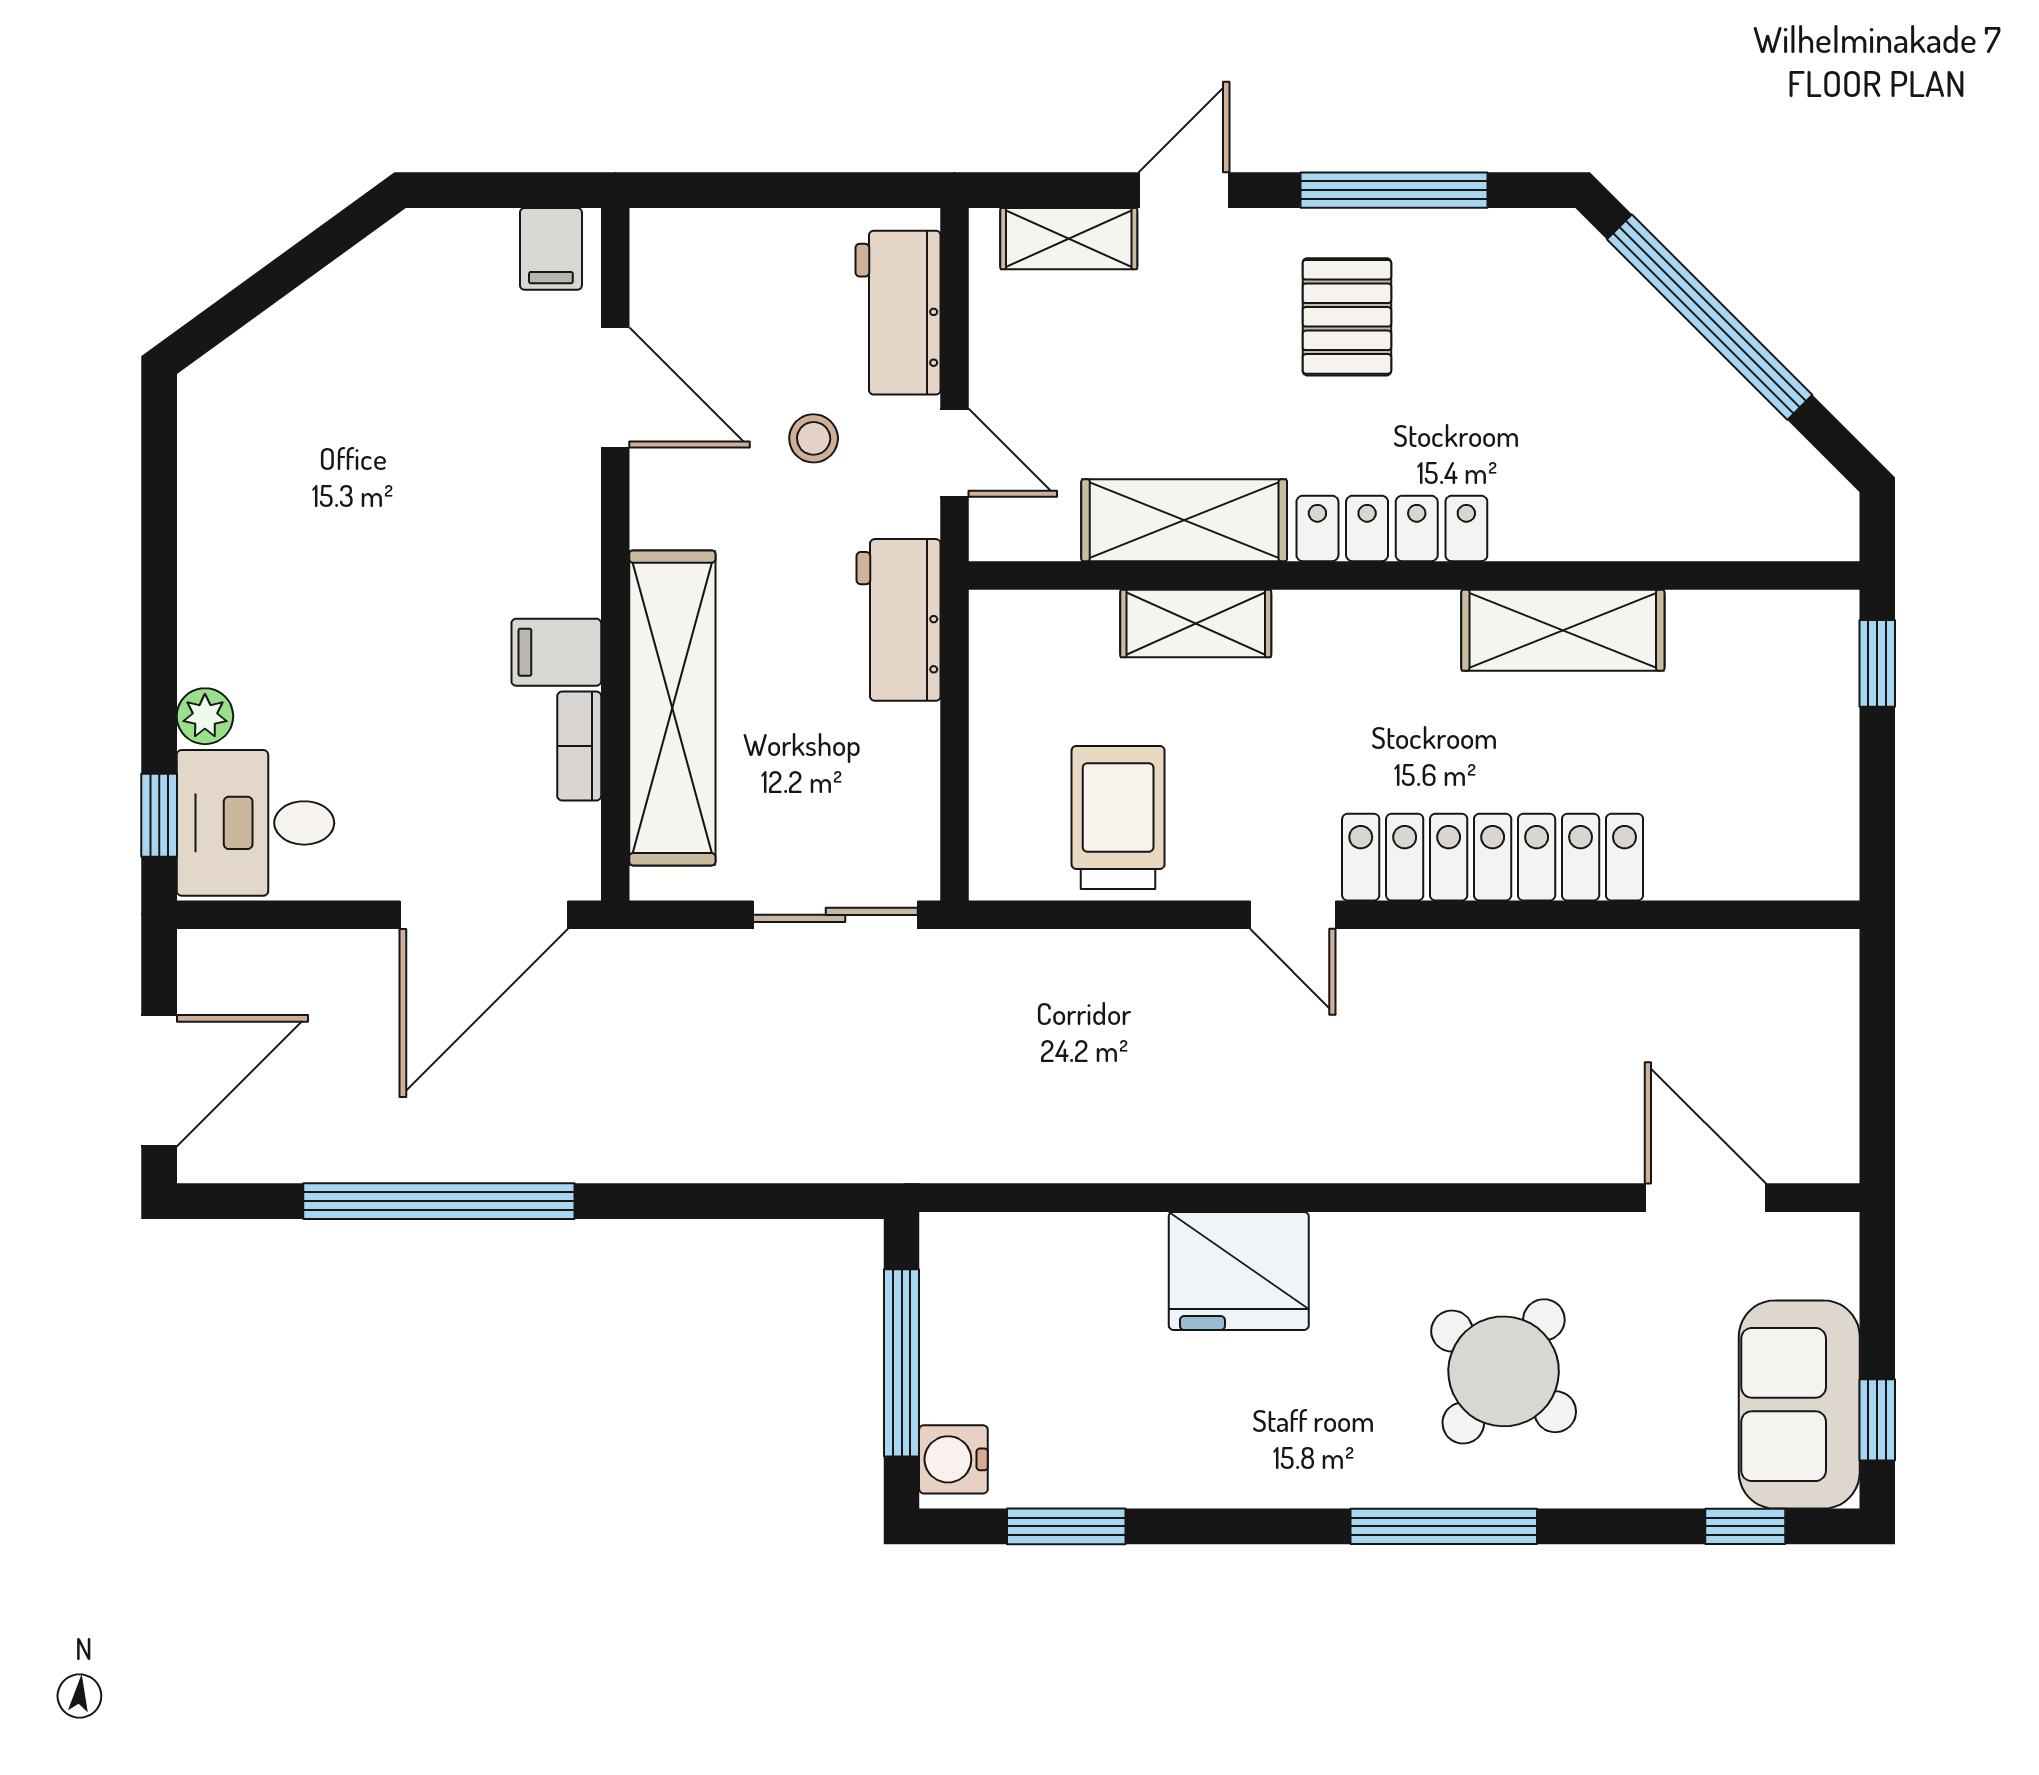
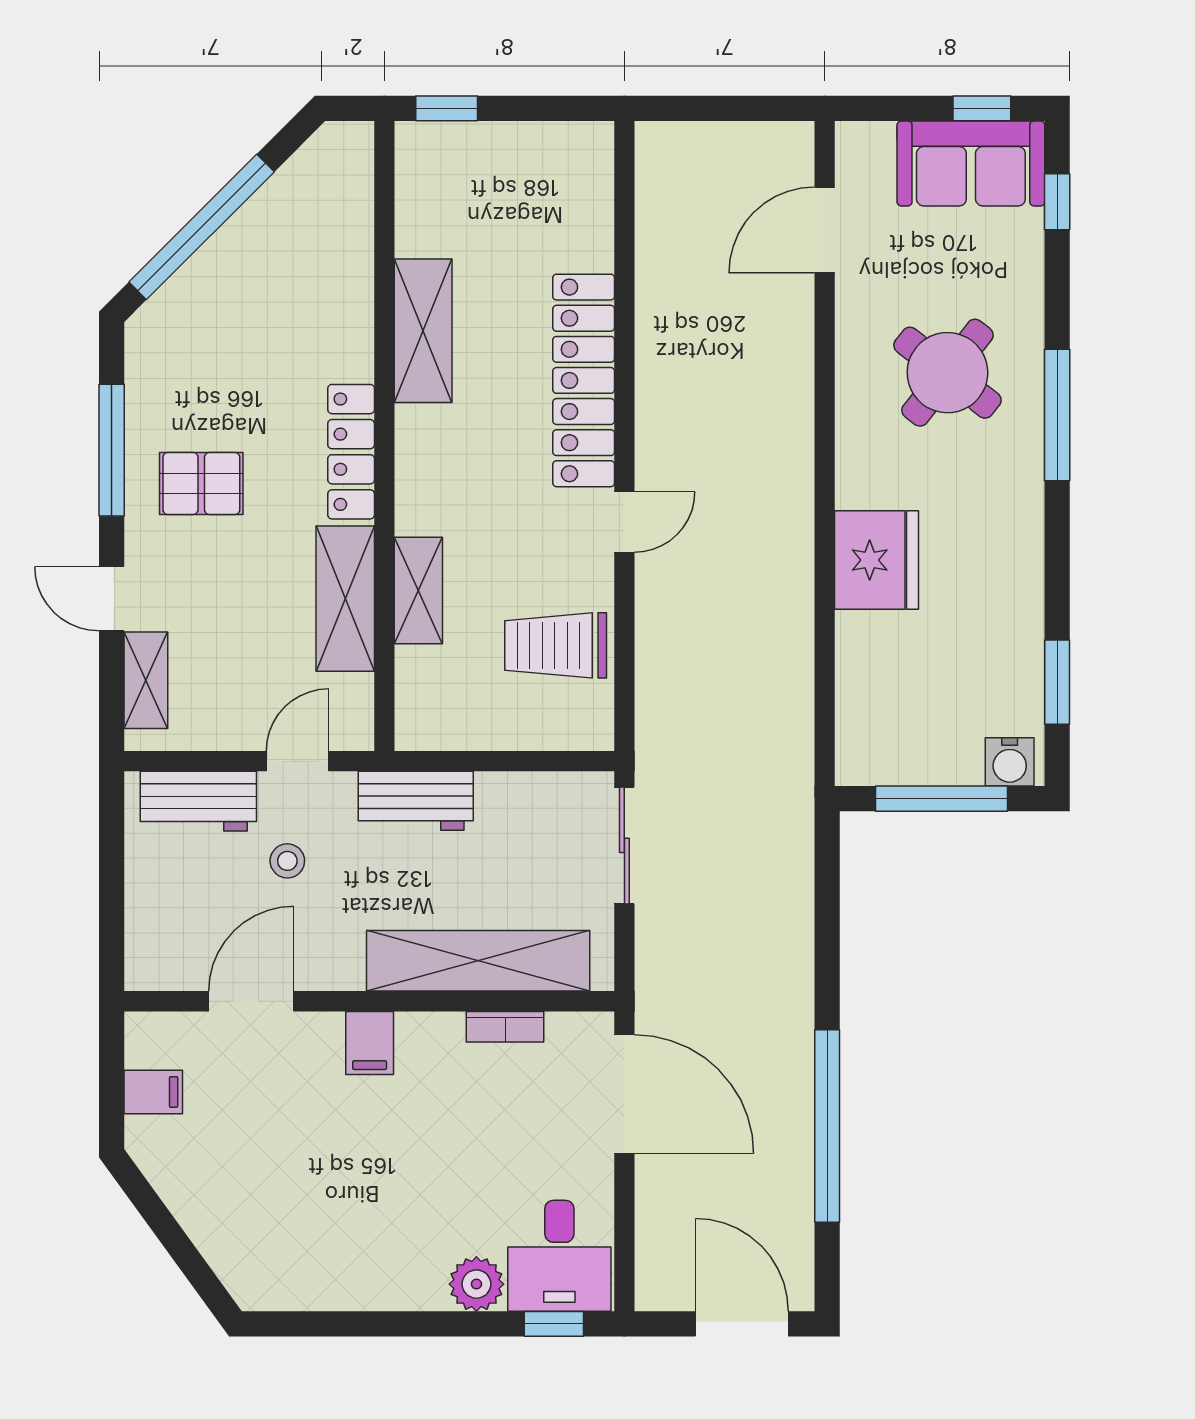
filing cabinet: (551, 249) -> (153, 1092), moved
filing cabinet: (556, 652) -> (370, 1043), moved
plant: (205, 716) -> (476, 1284), width x1.38, depth x1.38

